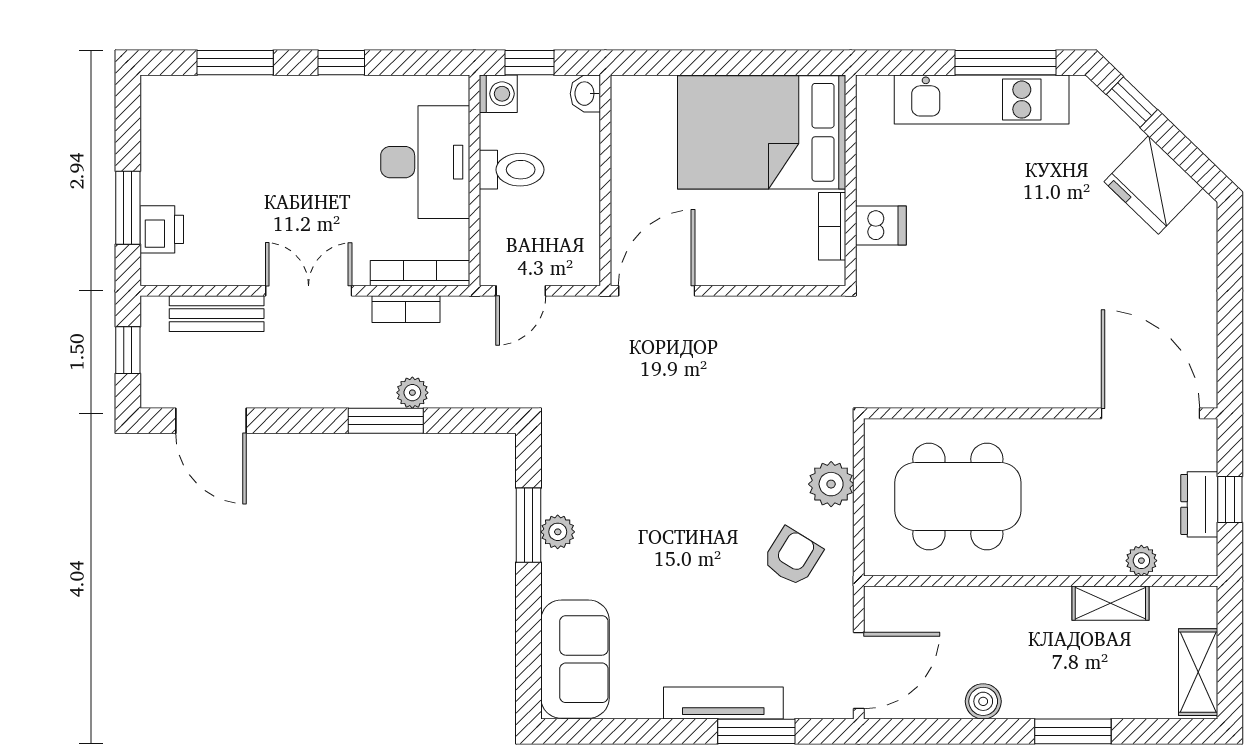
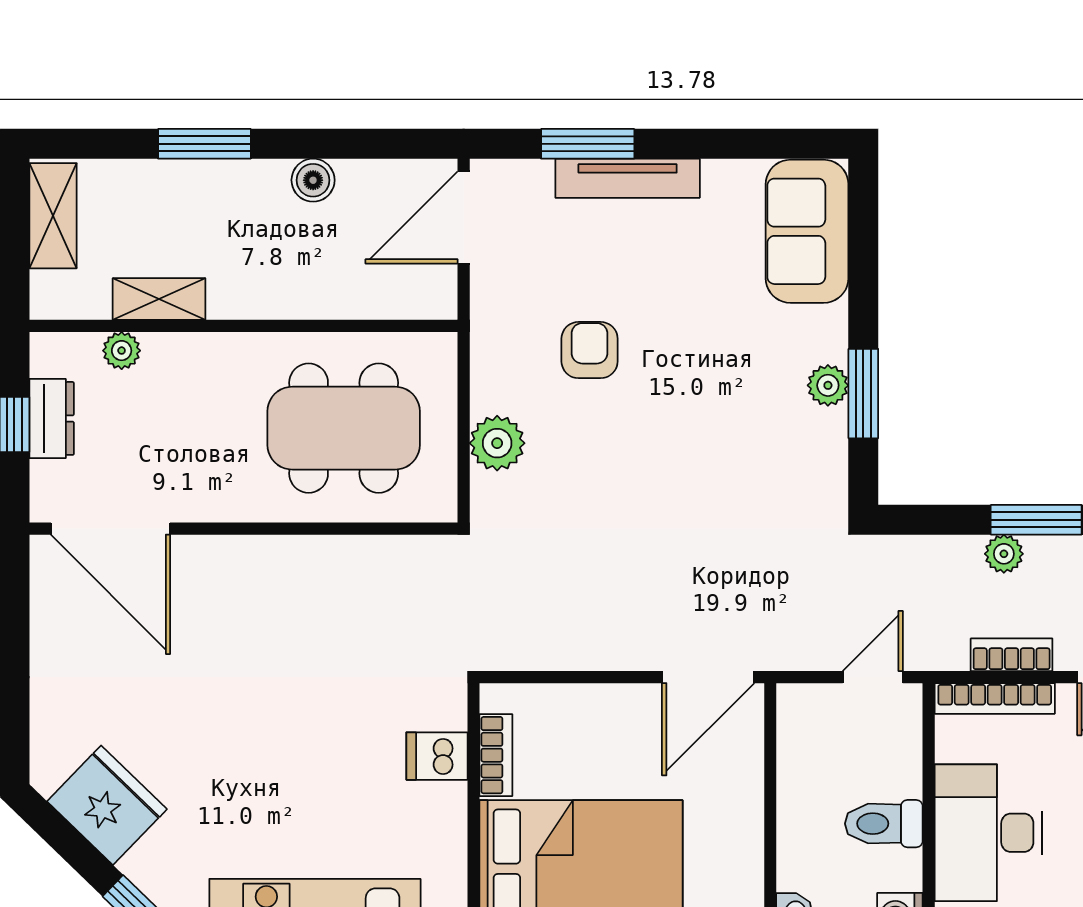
armchair: (793, 557) -> (590, 350), moved, turned 148

